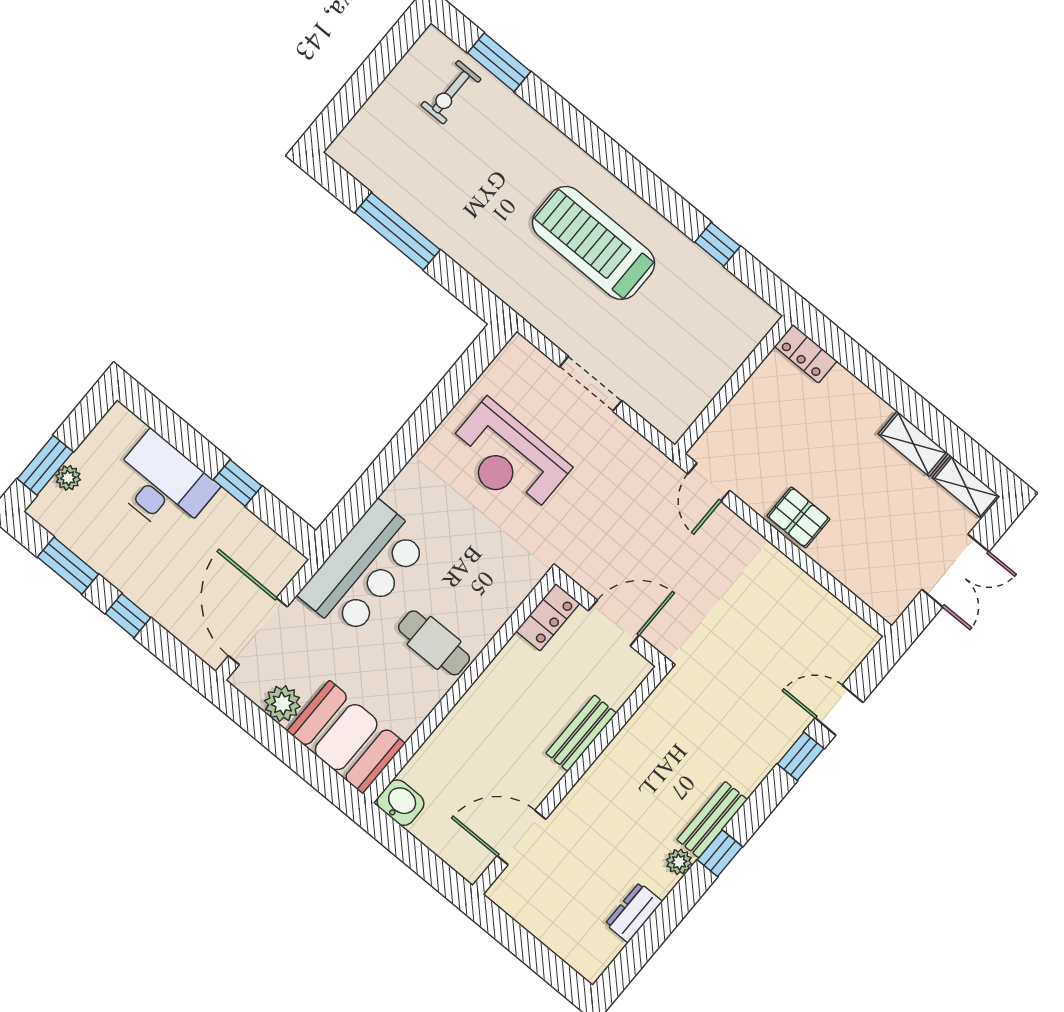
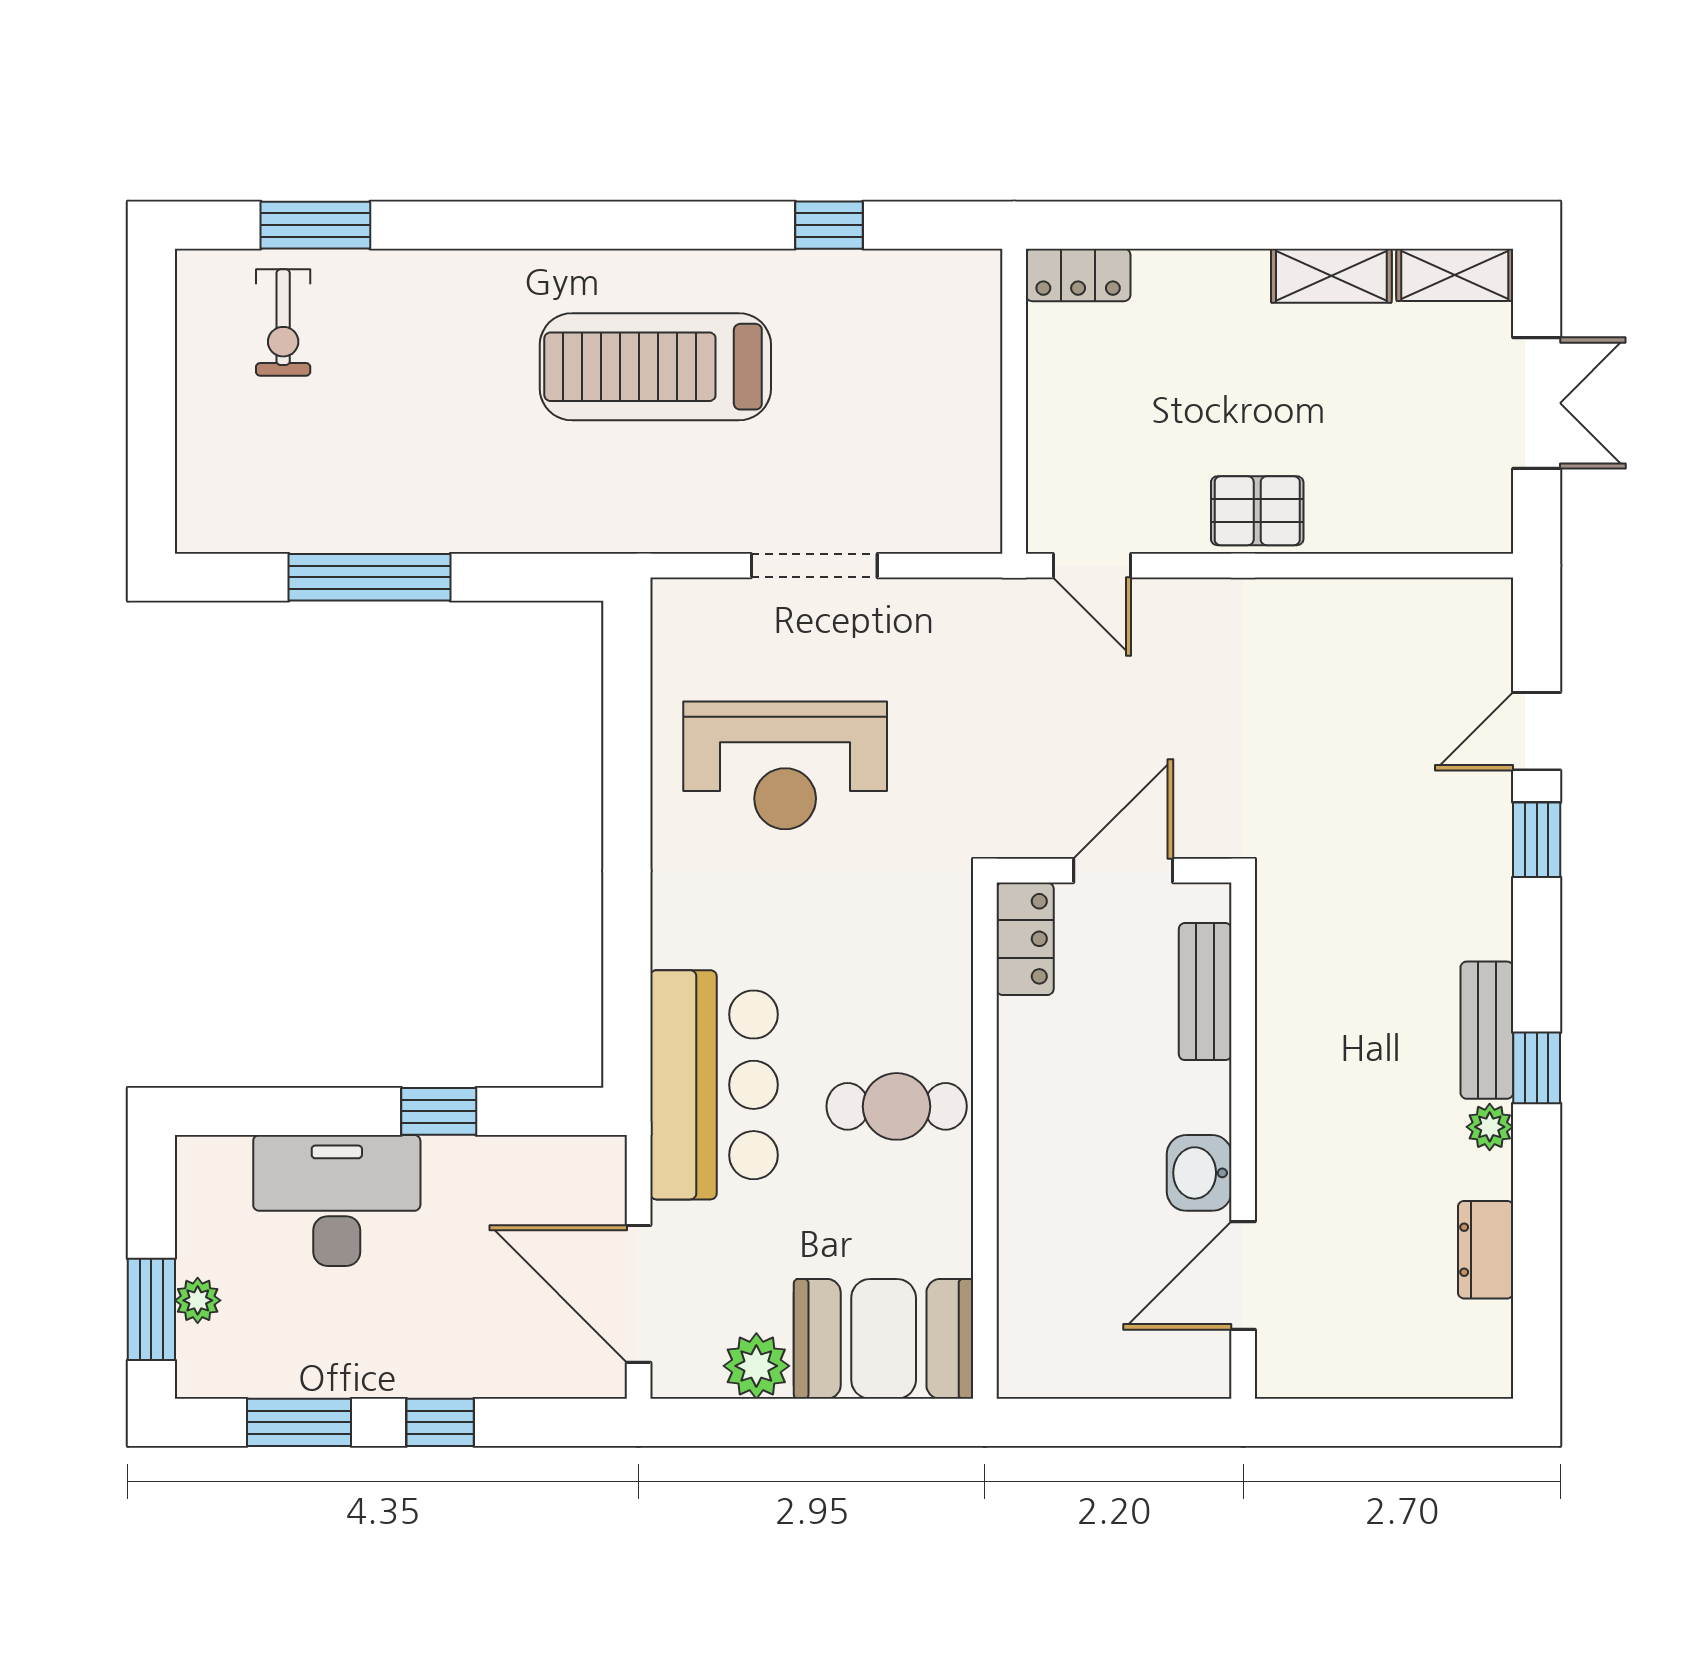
bench: (581, 733) -> (1205, 992), moved
washbasin: (400, 803) -> (1199, 1173), moved, turned -90

